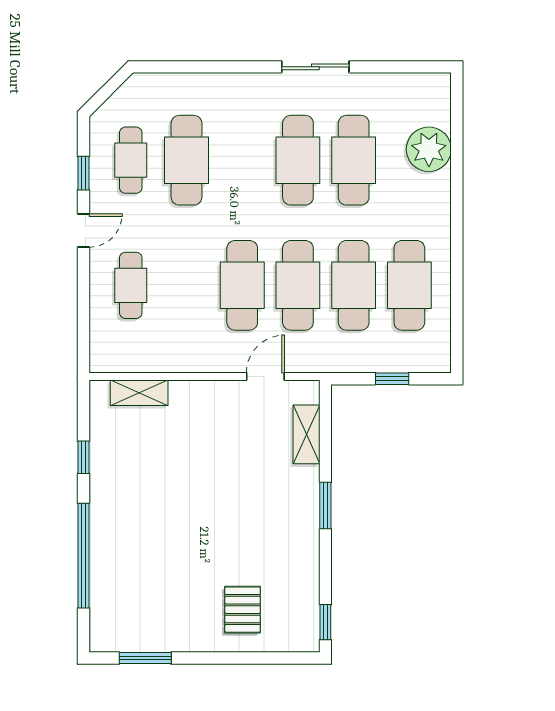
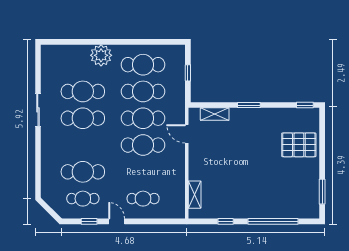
plant: (429, 149) -> (101, 55), moved
pallet: (243, 610) -> (299, 145), width x1.50, depth x1.42

